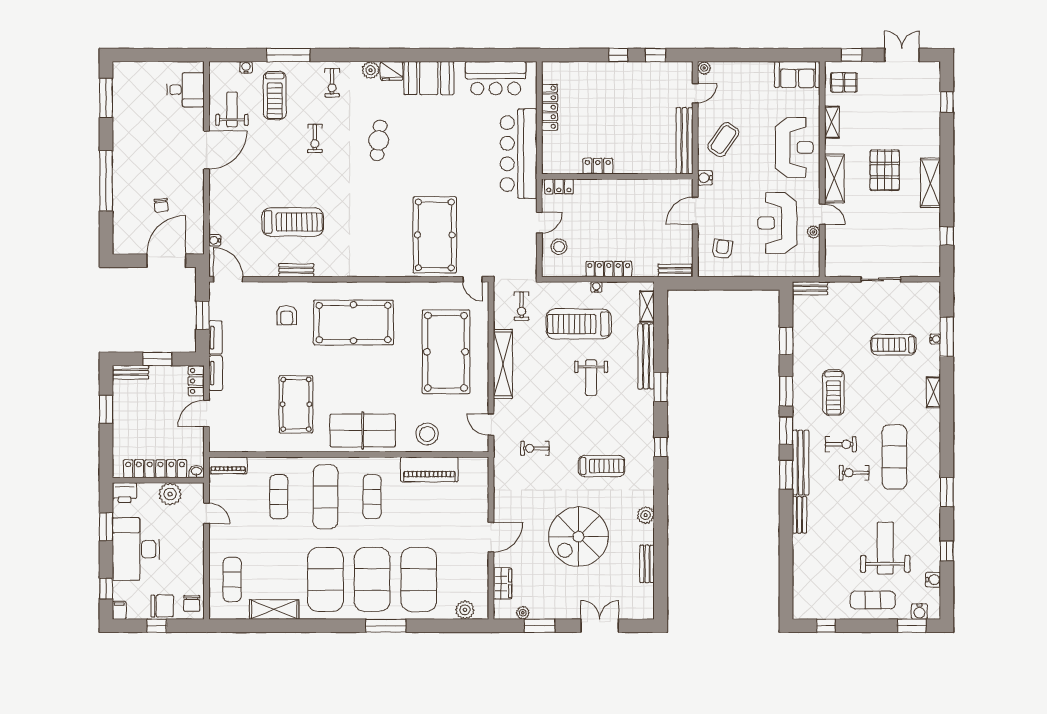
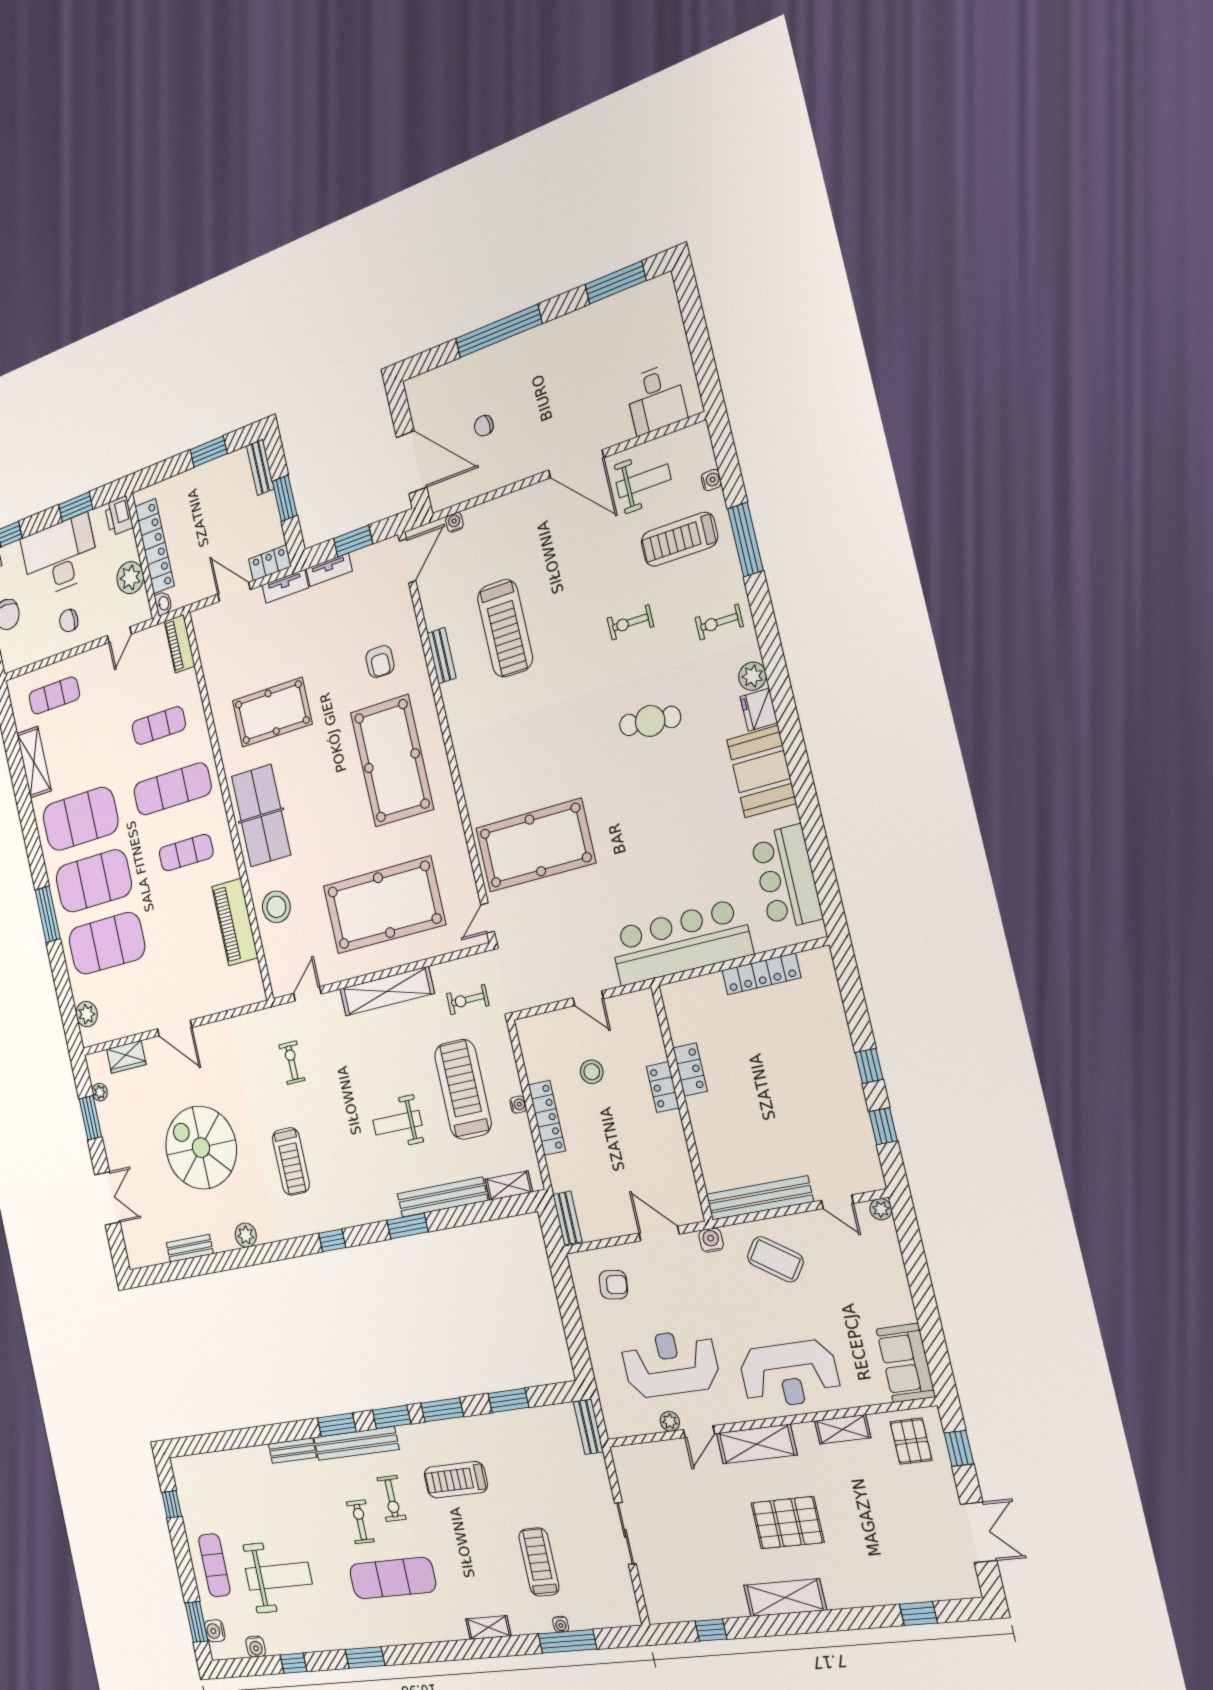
locker: (559, 186) -> (663, 1087), moved
stool: (559, 247) -> (592, 1072), moved
armchair: (287, 315) -> (380, 661), turned -90
chair: (192, 603) -> (69, 621), moved

